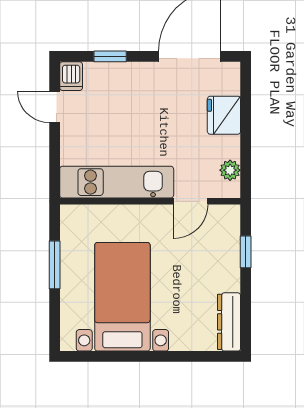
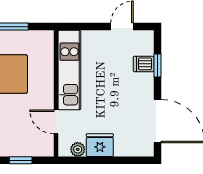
dishwasher: (71, 76) -> (144, 64), moved
fridge: (224, 115) -> (100, 145), moved

